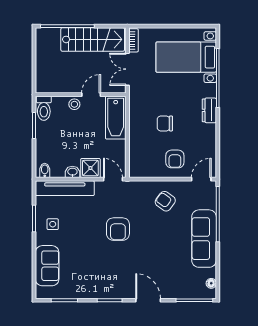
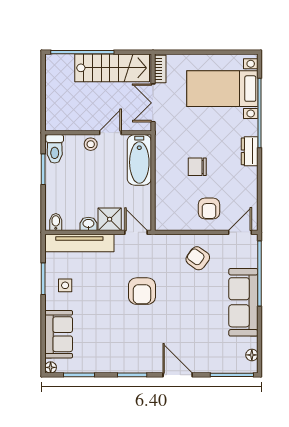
floor lamp: (40, 294) -> (51, 367), added

